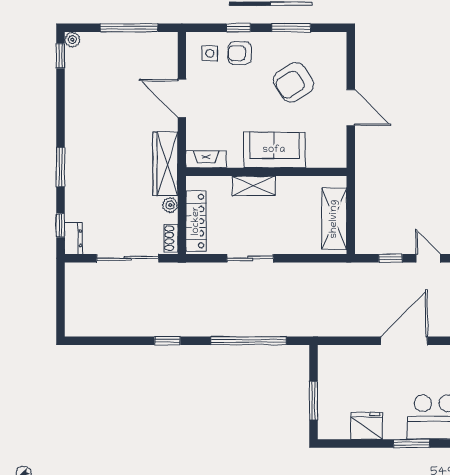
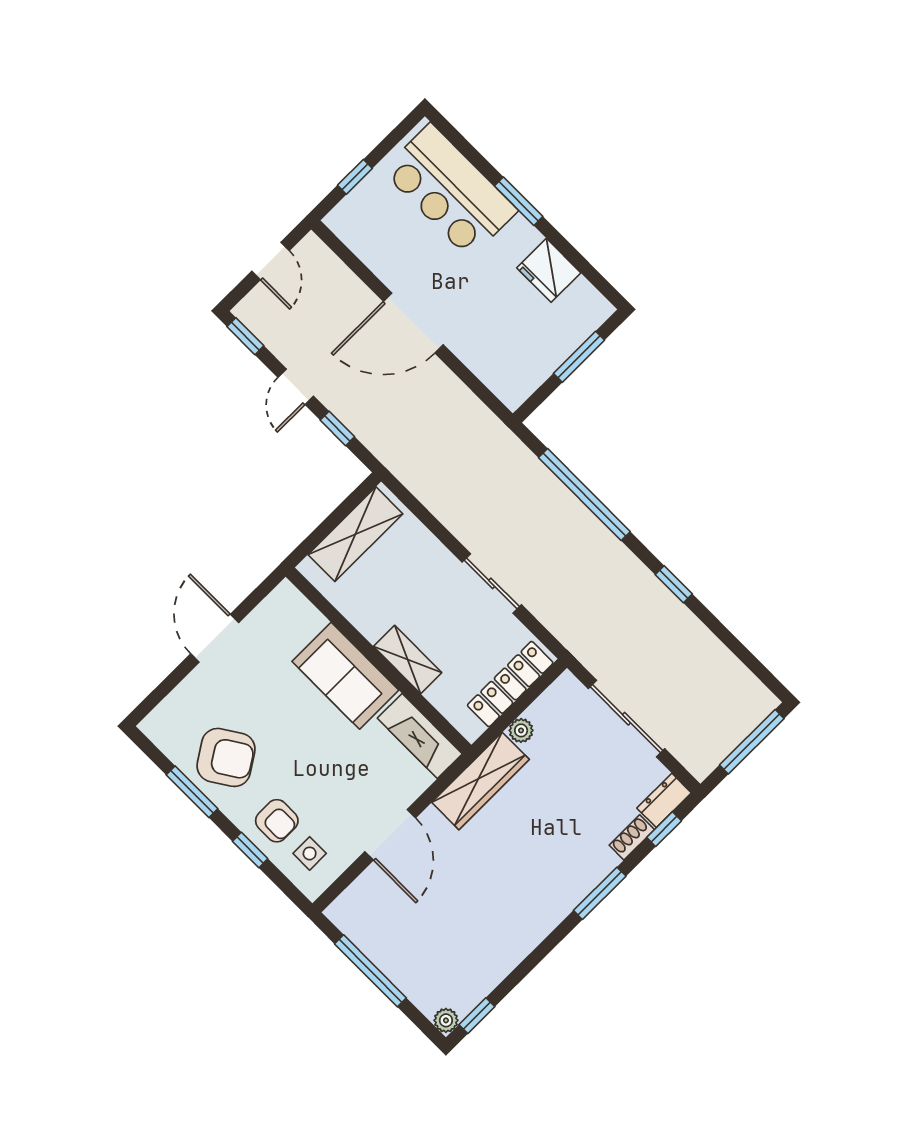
armchair: (294, 82) -> (226, 757), moved
fireplace: (206, 159) -> (420, 736), width x1.37, depth x1.32
shoe rack: (171, 238) -> (632, 837), moved, turned 180
window: (60, 305) -> (752, 742), added

